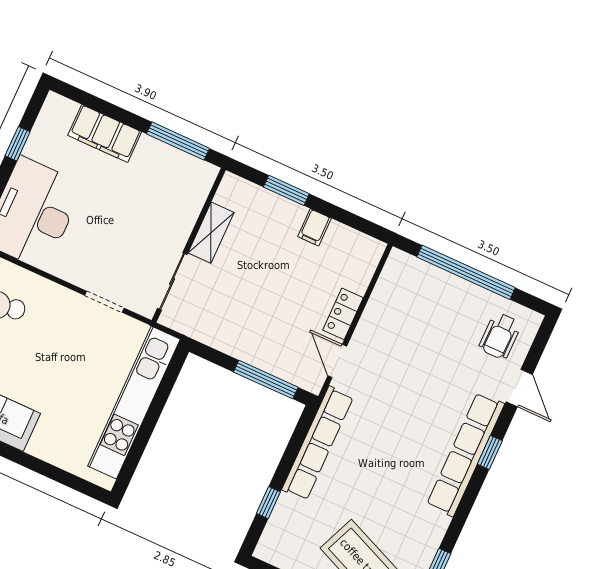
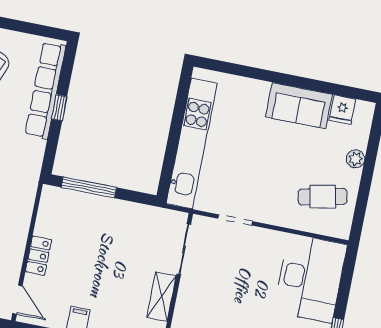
door: (337, 361) -> (17, 300), moved
row of seats: (318, 443) -> (45, 90), moved
window: (268, 503) -> (59, 108), moved

